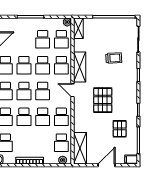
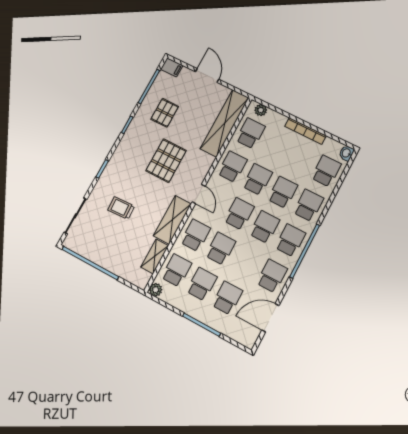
shelving: (78, 28) -> (155, 256), moved
school desk: (24, 65) -> (227, 298), moved
shelving: (80, 148) -> (225, 123), width x1.47
door: (107, 165) -> (207, 76), swing flipped

